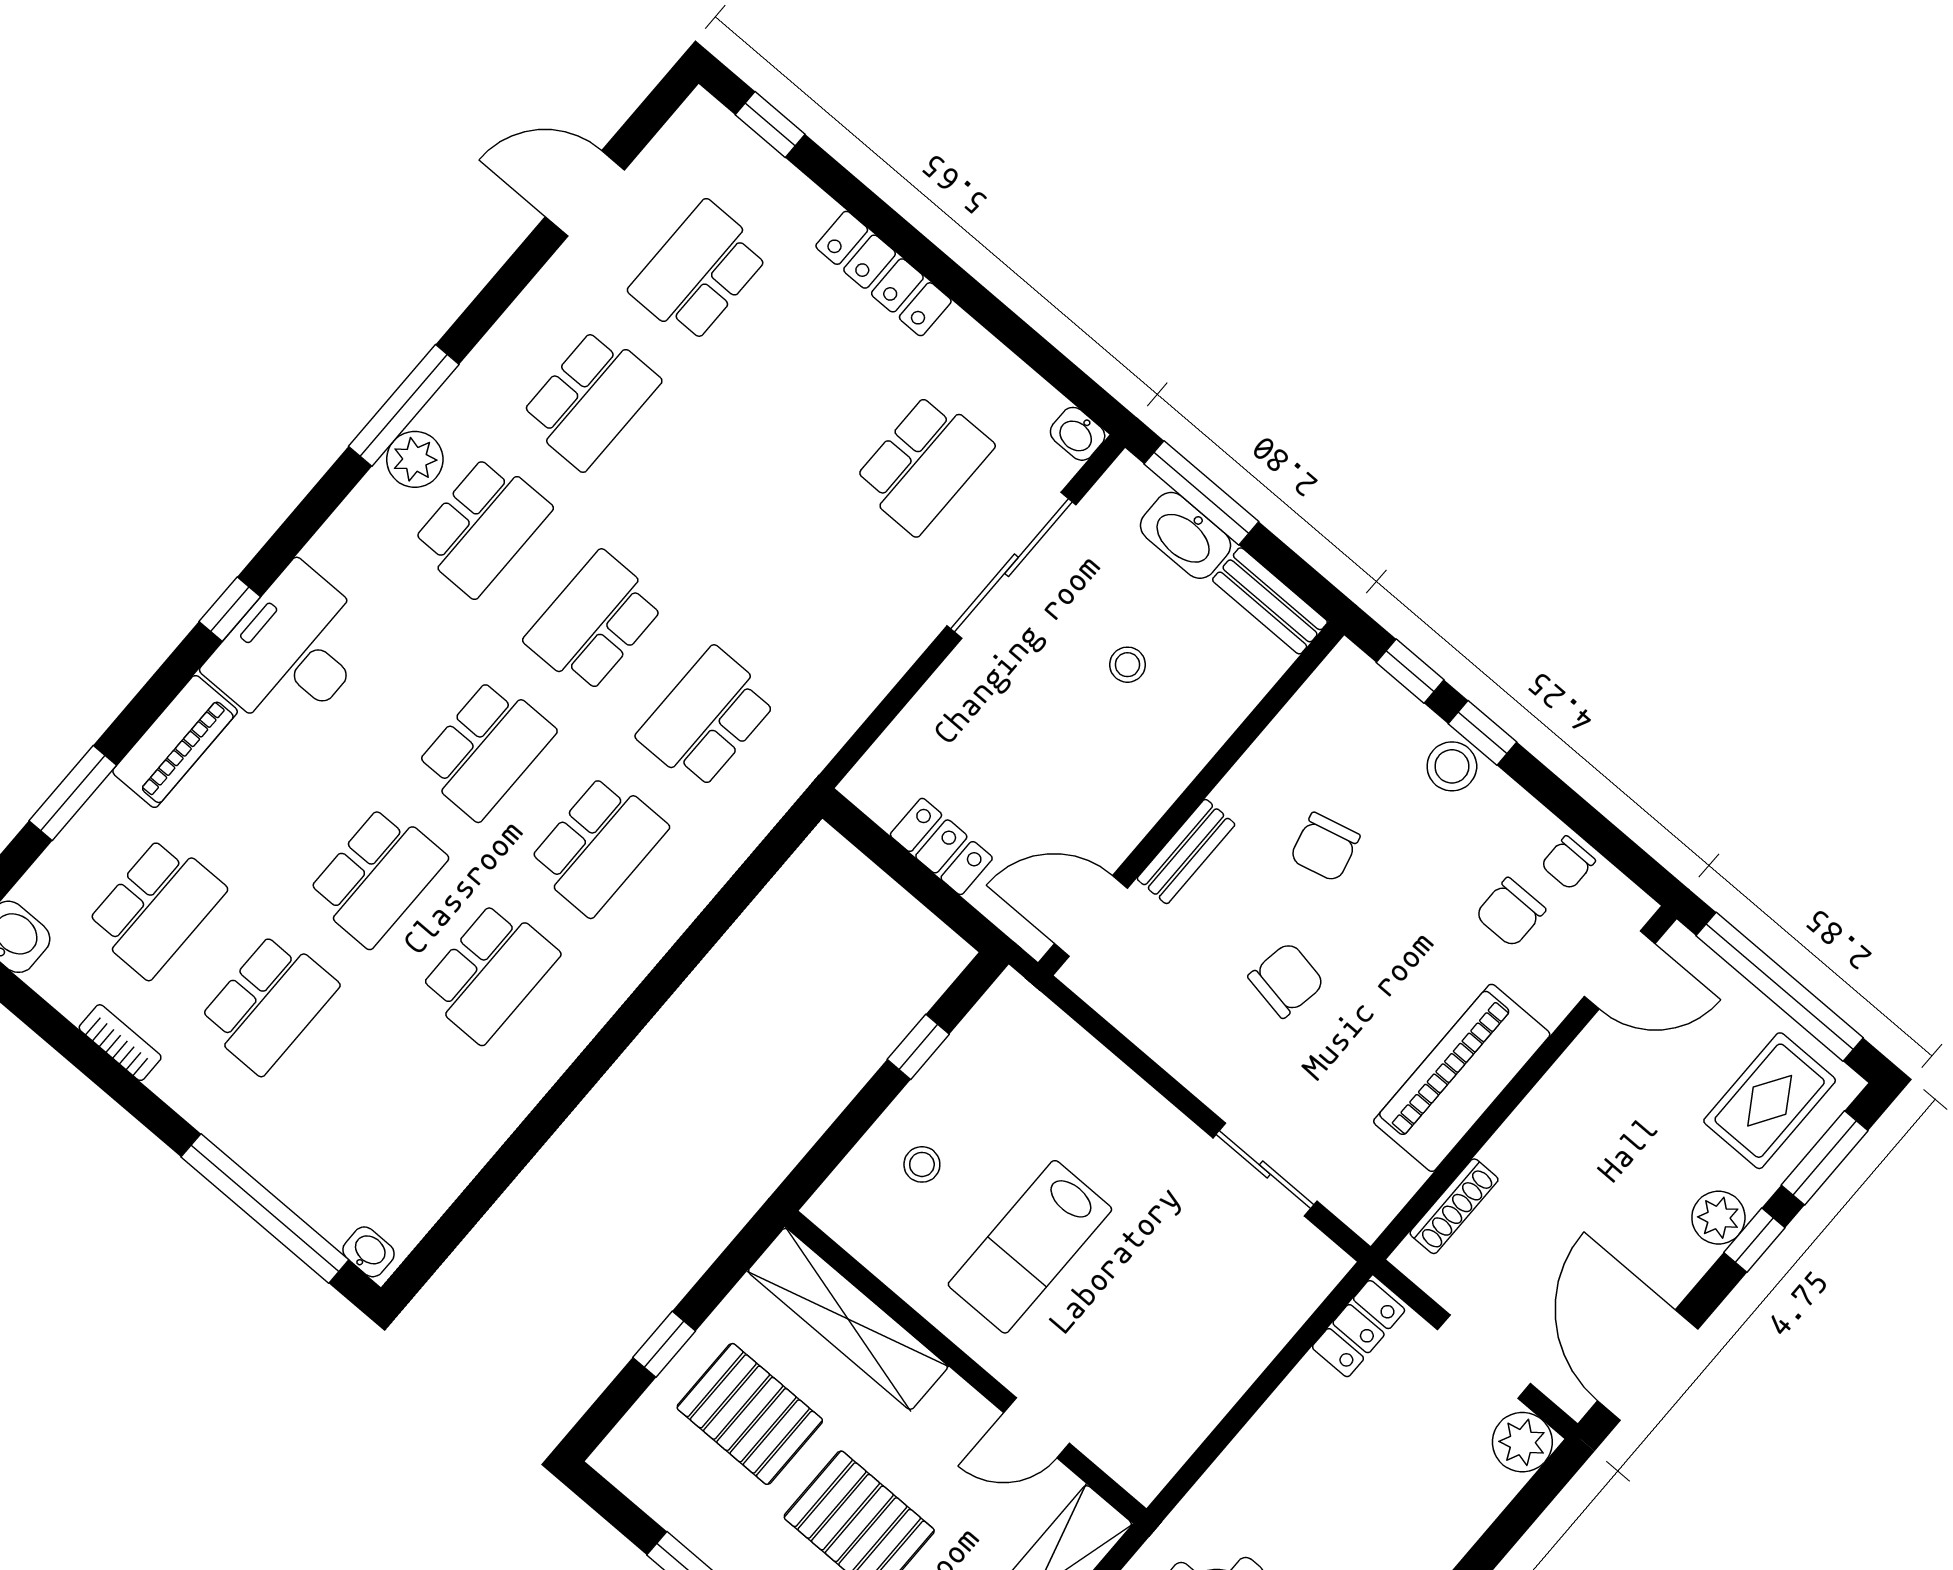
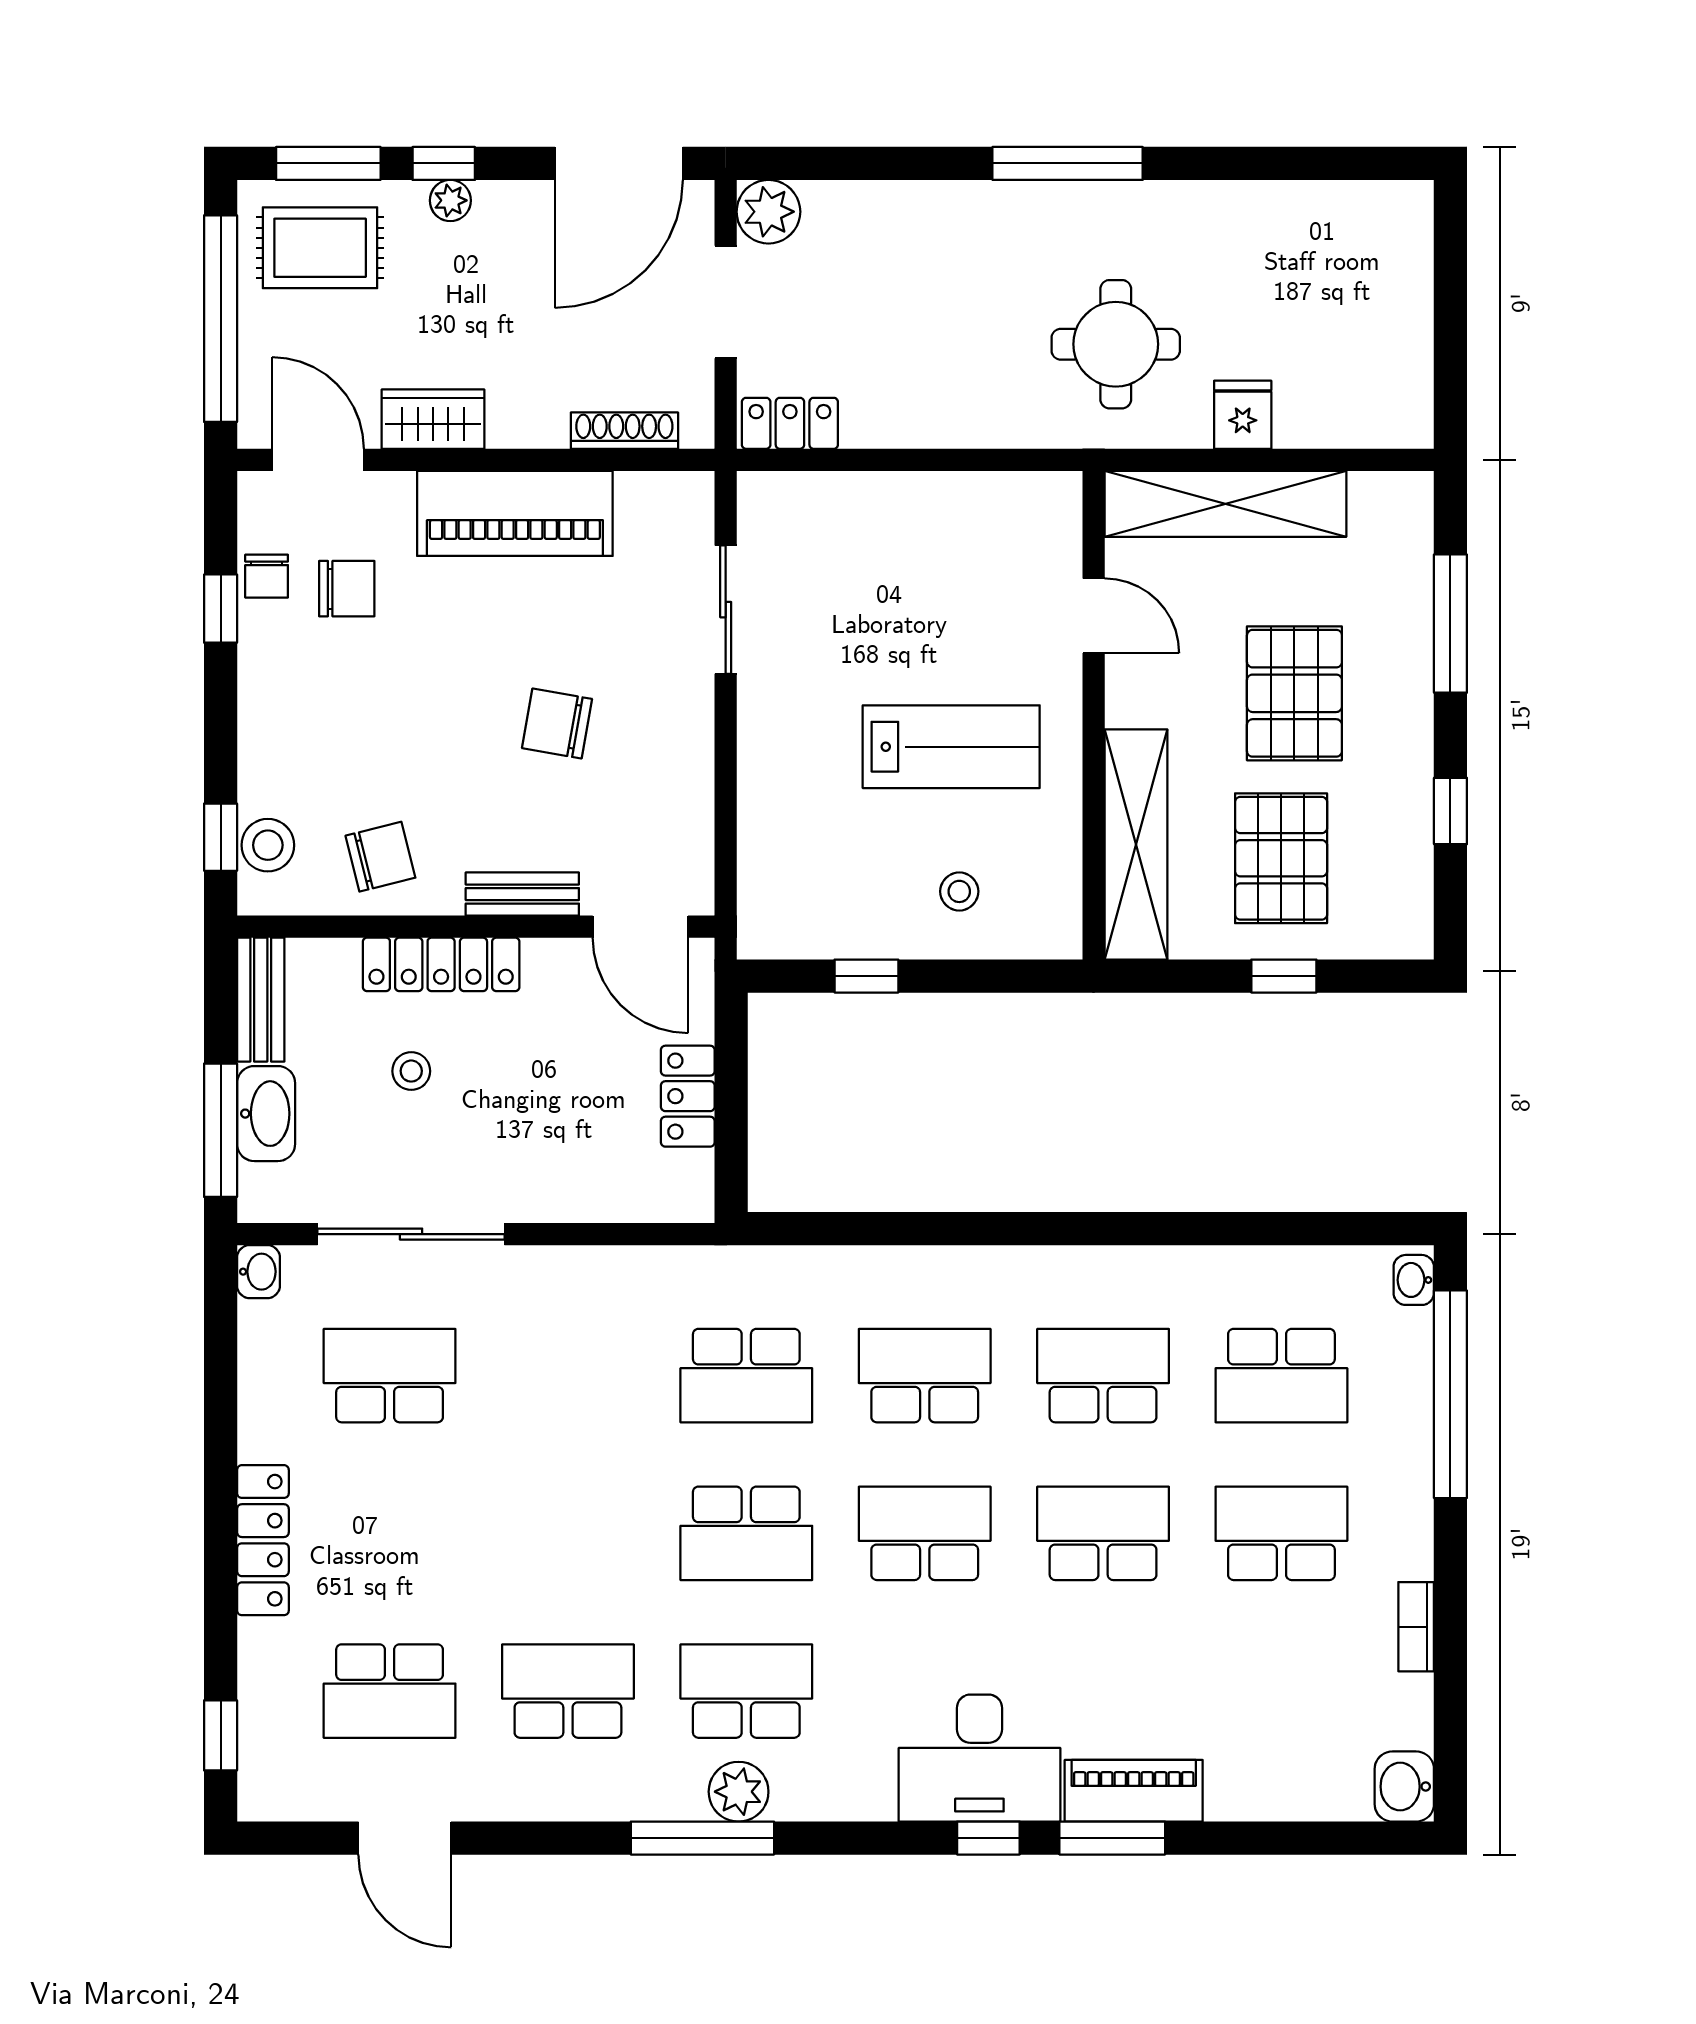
window: (1482, 733) -> (221, 609), moved
locker: (1185, 751) -> (441, 964), added
stool: (1452, 766) -> (268, 845), moved
window: (73, 793) -> (1112, 1838), moved
chair: (1325, 847) -> (380, 857), moved
chair: (1568, 863) -> (267, 576), turned 90
school desk: (156, 907) -> (1281, 1376), moved, turned 180
wardrobe: (1579, 1077) -> (433, 419), added
plant: (1718, 1218) -> (450, 200), width x0.73, depth x0.73

